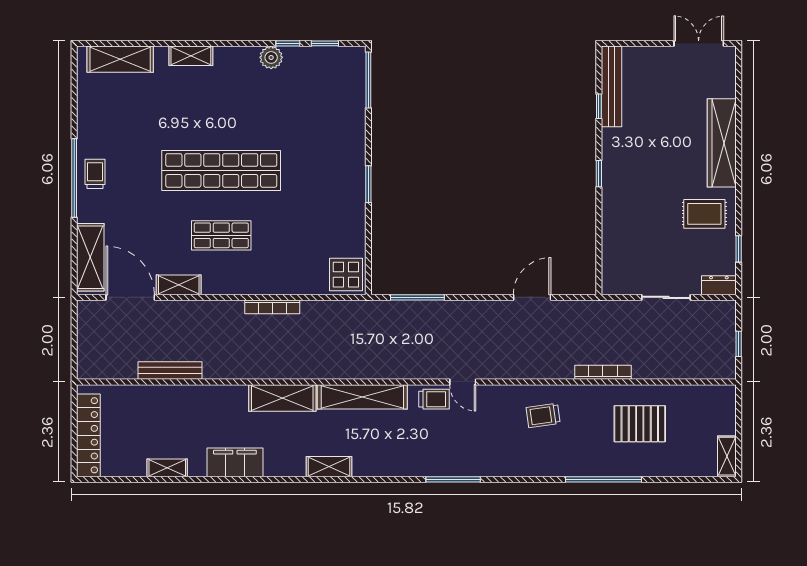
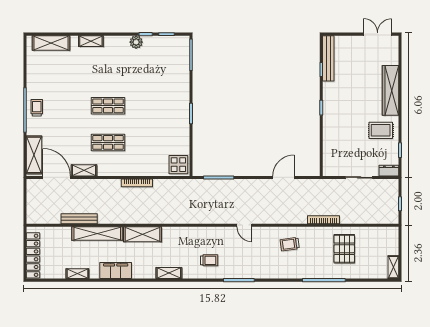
shop shelf: (221, 170) -> (108, 106), width x0.50, depth x0.74
shelving: (362, 397) -> (97, 234), moved
trolley: (434, 399) -> (209, 260), moved
pallet: (640, 424) -> (344, 249), turned 90

